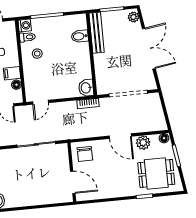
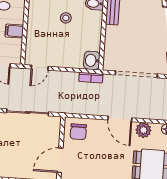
stool: (37, 54) -> (66, 18), moved
floor lamp: (16, 85) -> (17, 44), removed
door: (73, 182) -> (60, 160), swing flipped

